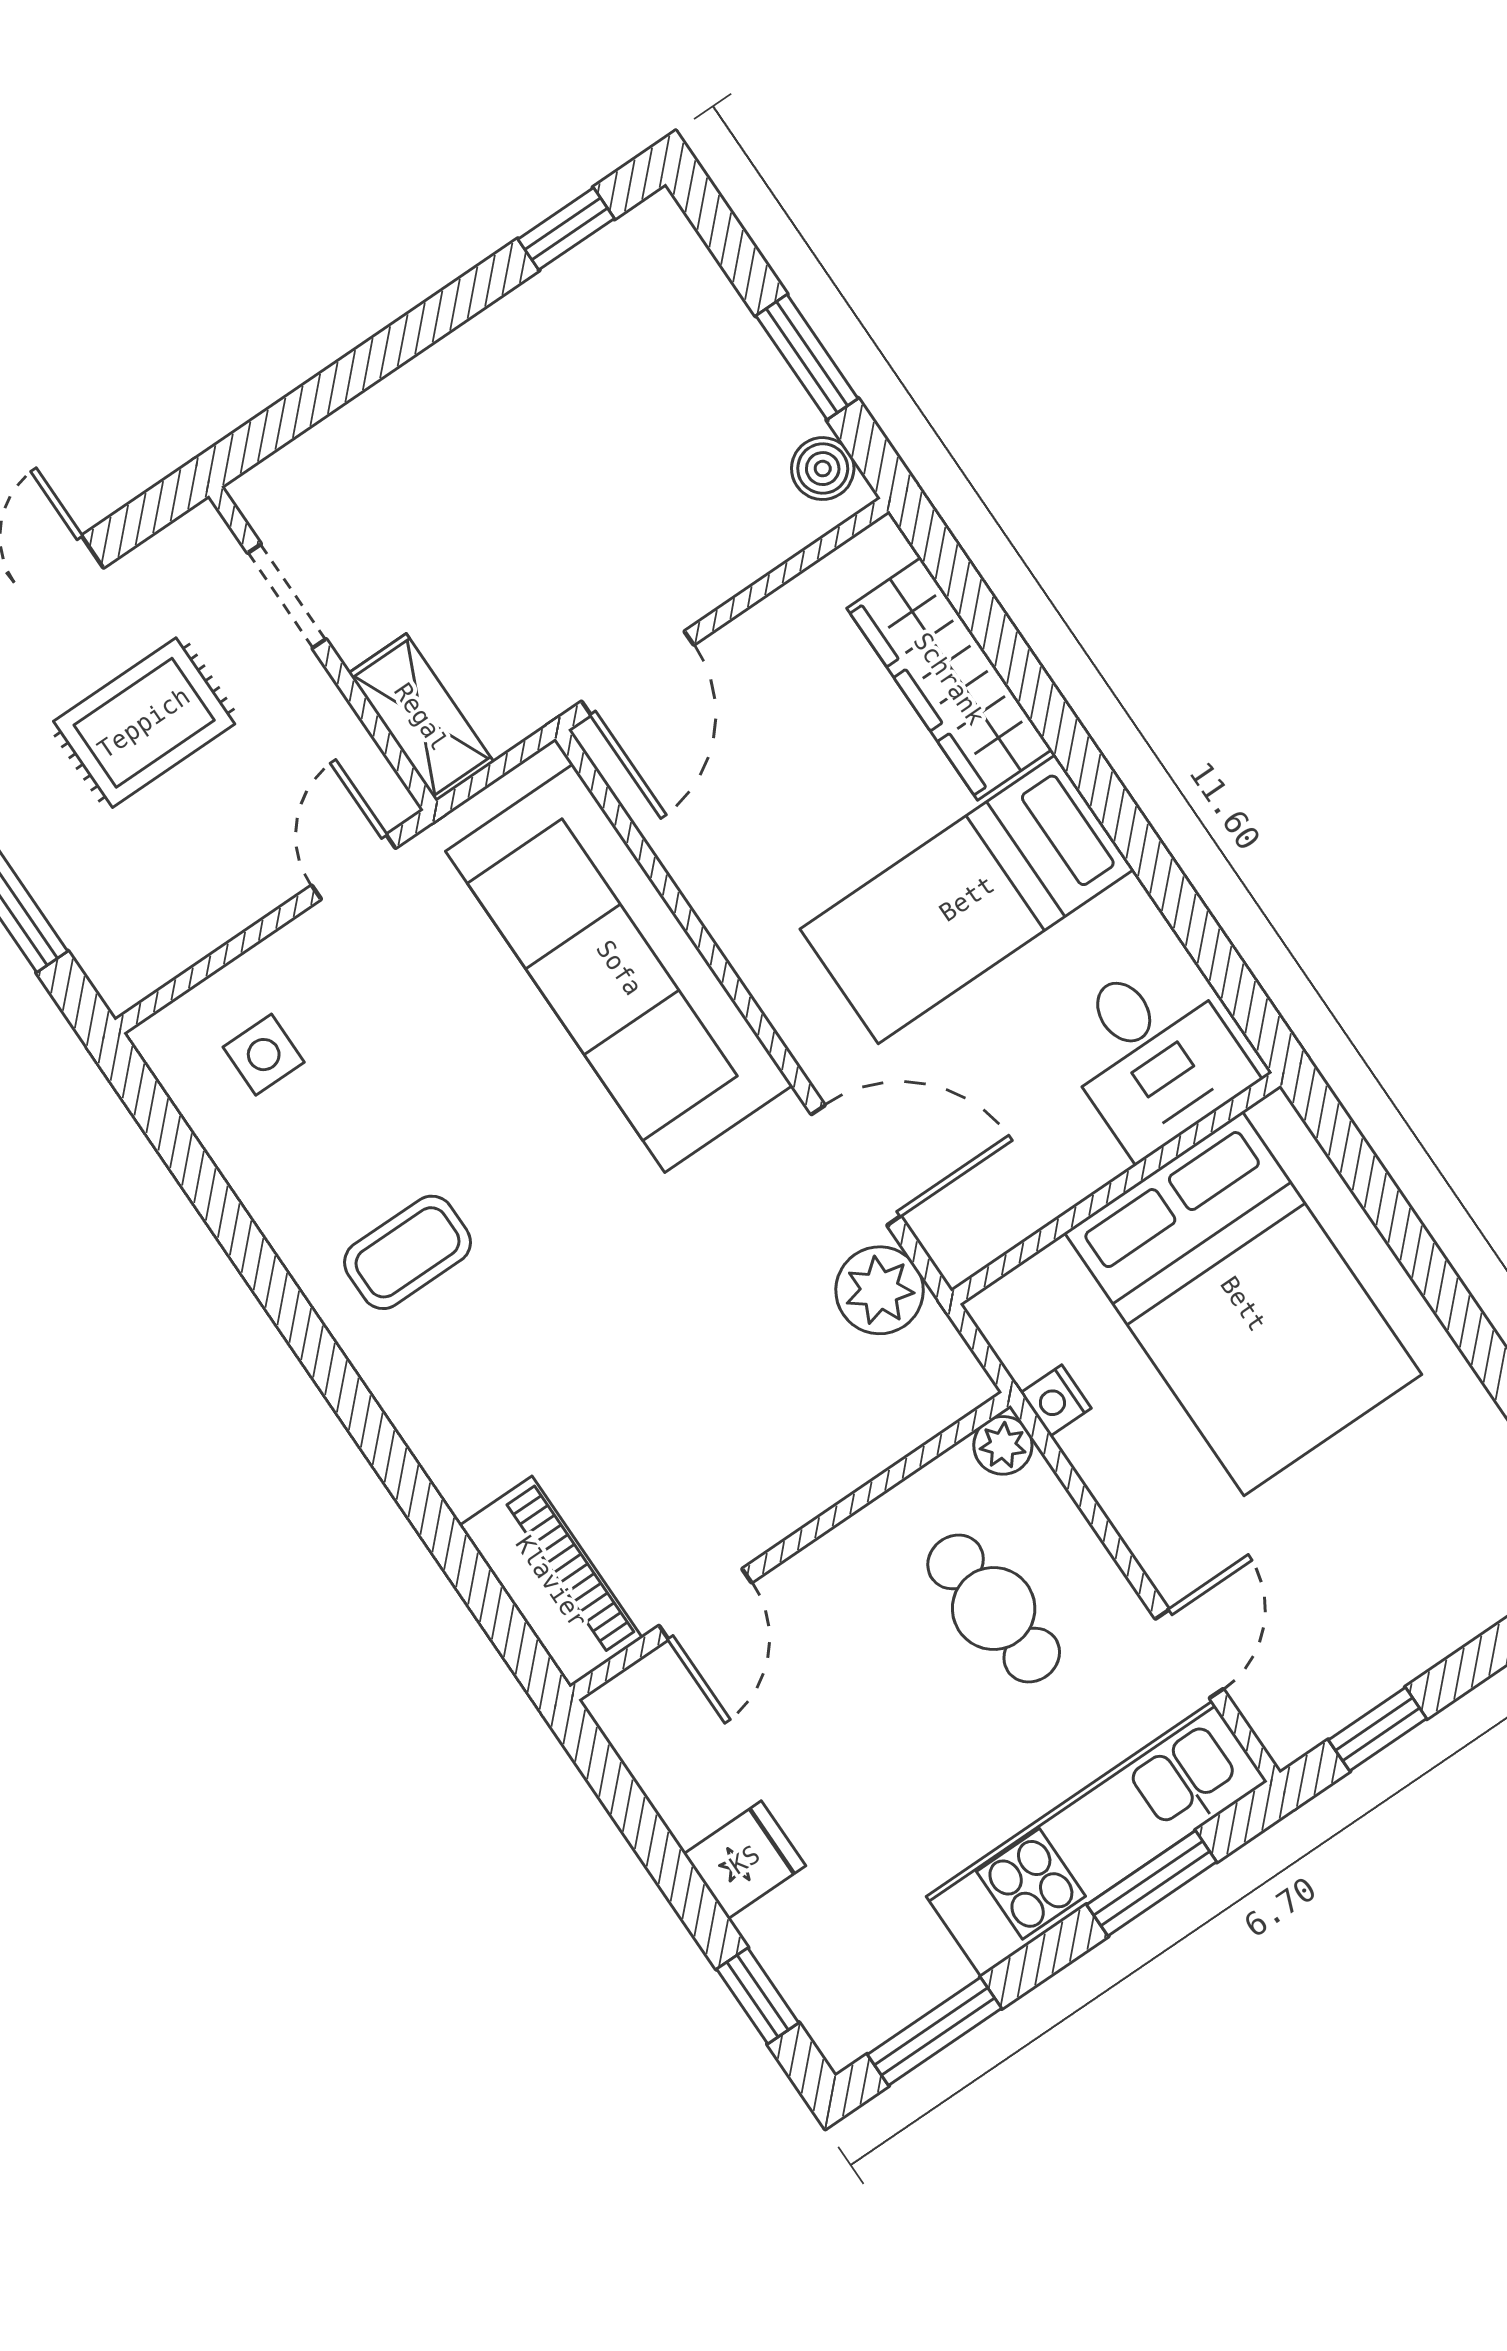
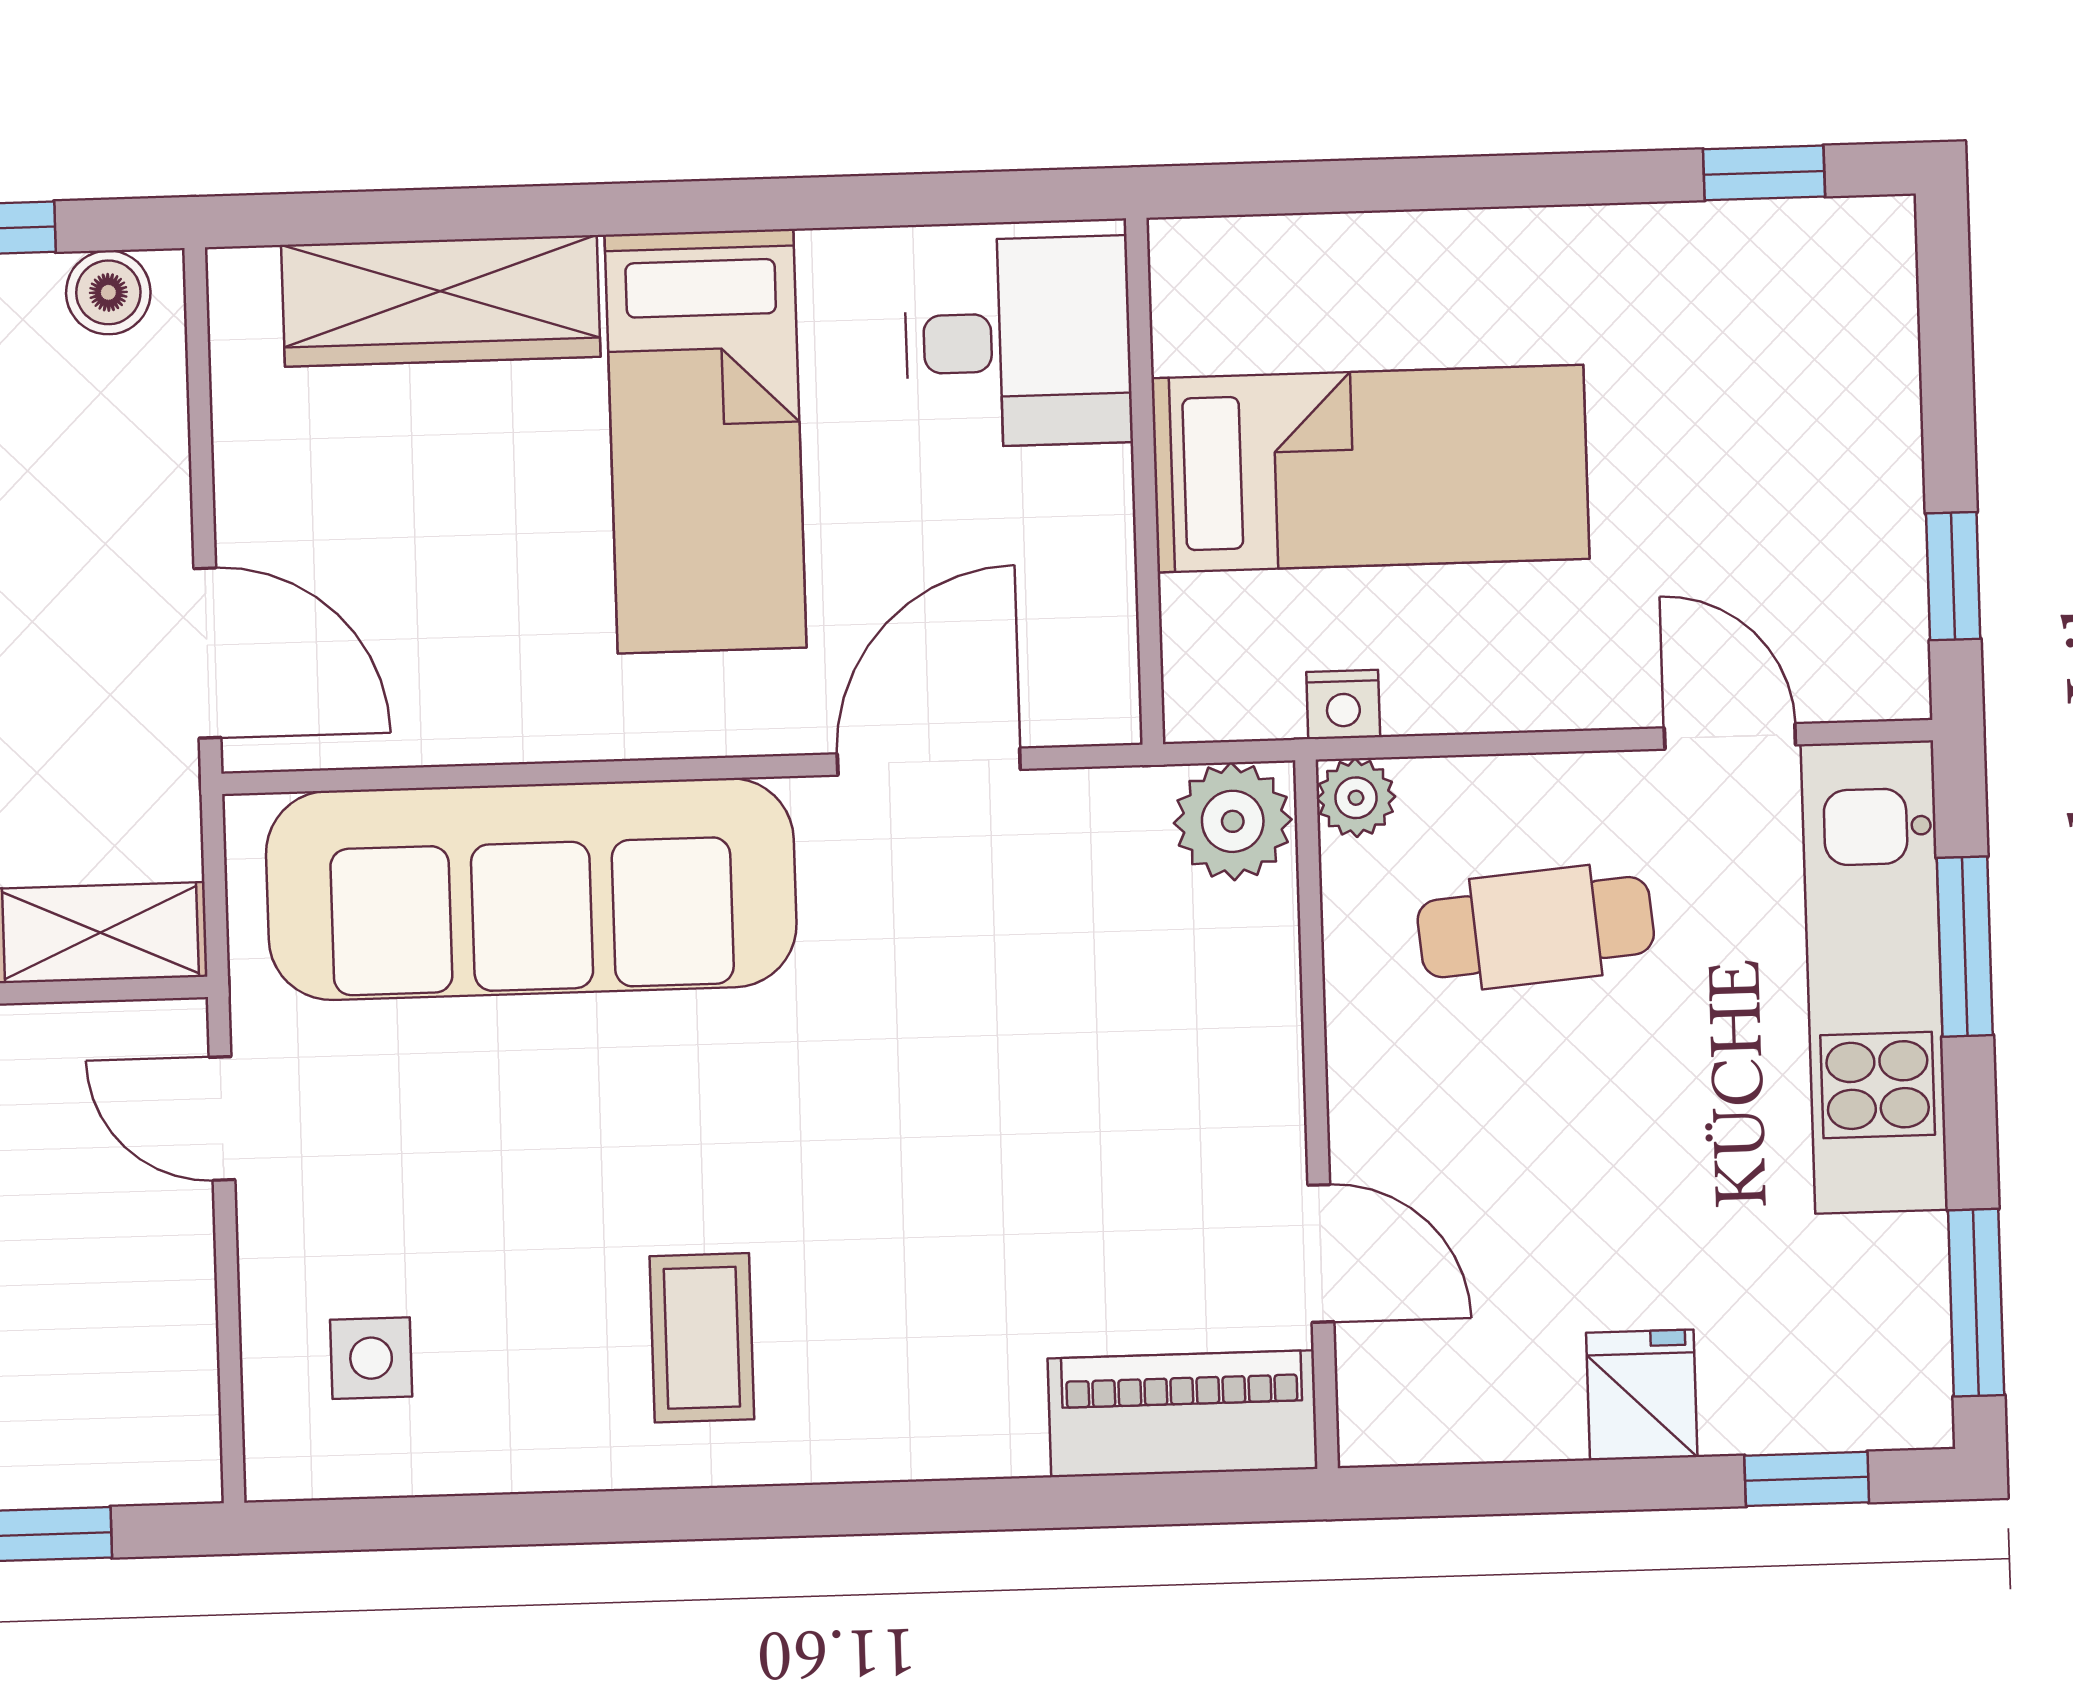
plant: (880, 1290) -> (1233, 821), moved
bed: (1243, 1304) -> (1370, 469), width x0.67

